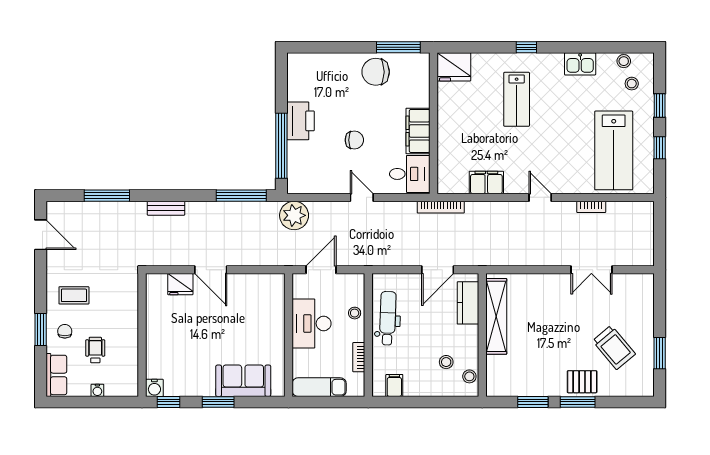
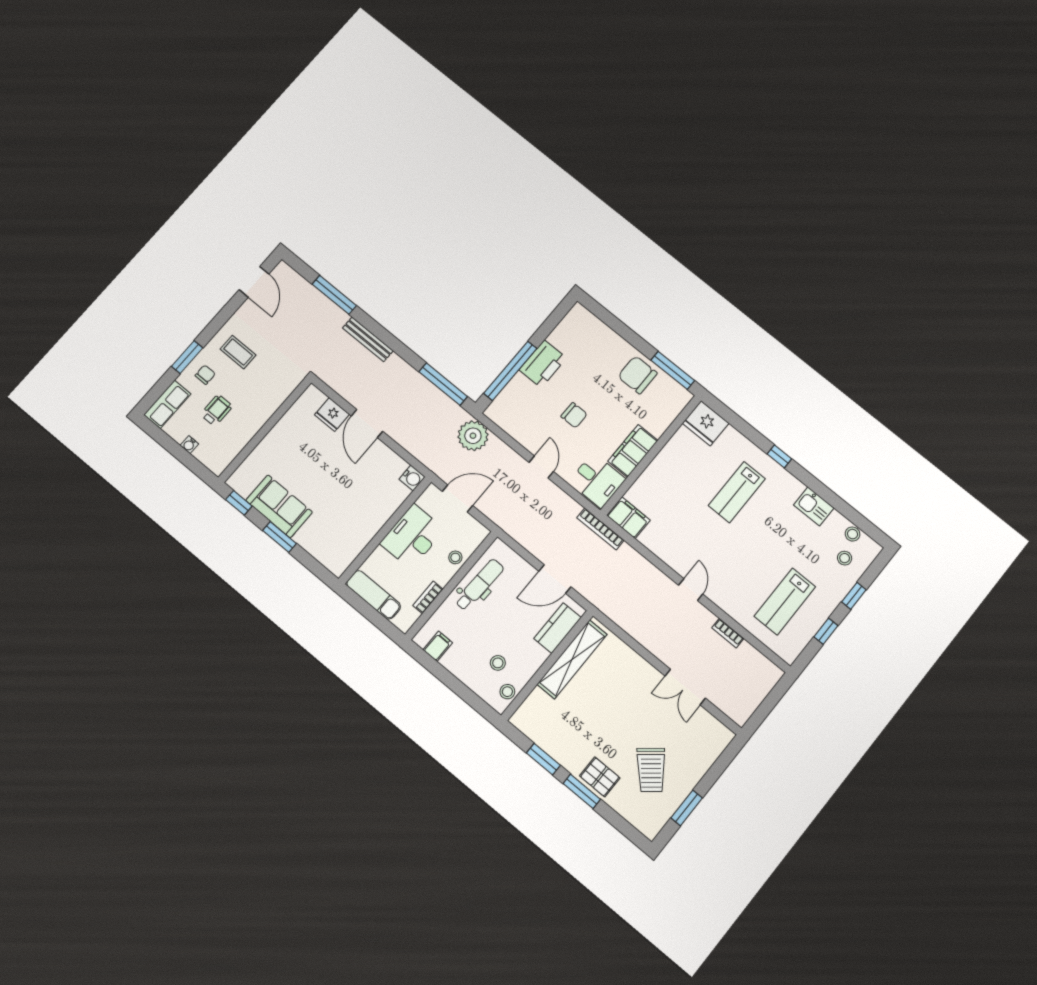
lab bench: (614, 150) -> (785, 601), width x0.73, depth x0.72
filing cabinet: (486, 182) -> (628, 518), moved
bench: (166, 208) -> (368, 339), width x1.36
sofa: (243, 381) -> (279, 506), moved
water cooler: (154, 388) -> (412, 478), moved, turned -90

